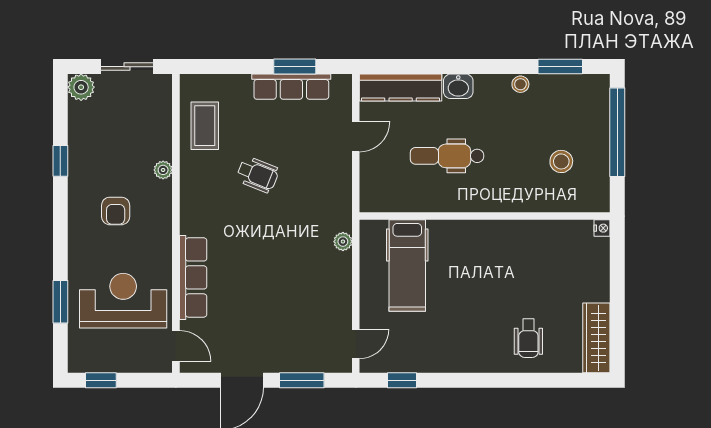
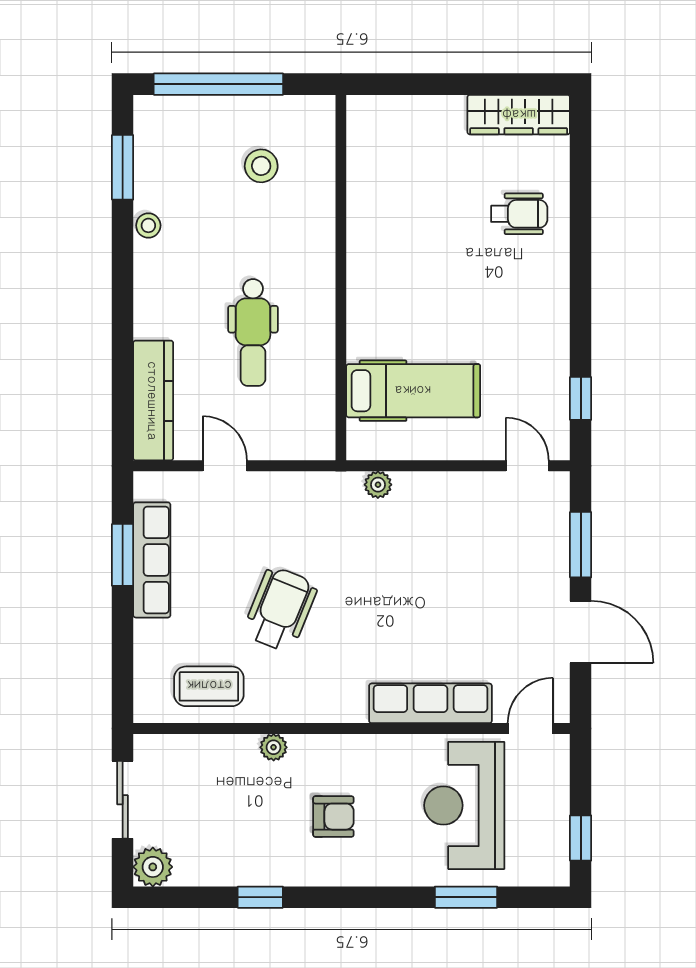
washbasin: (458, 86) -> (151, 316), removed
wheelchair: (258, 175) -> (280, 609), width x1.36, depth x1.37
nightstand: (602, 228) -> (358, 106), removed

